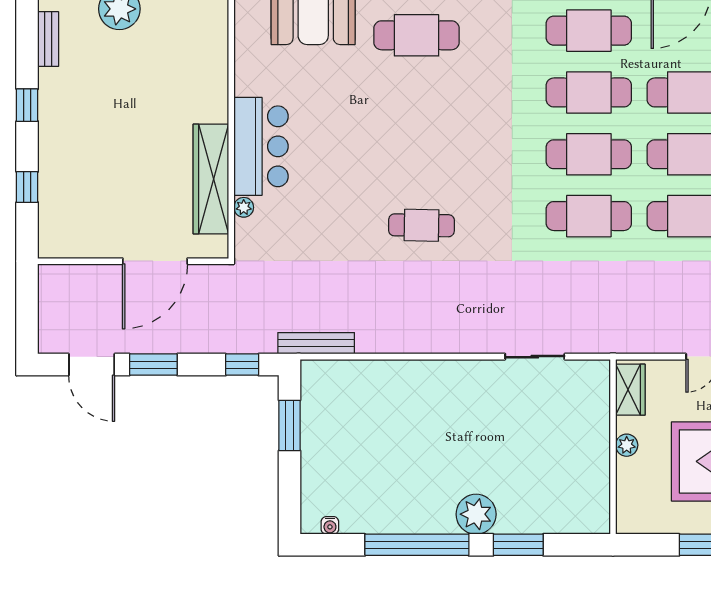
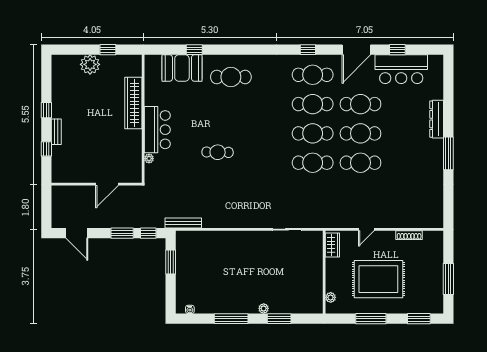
bench: (48, 39) -> (56, 132), moved
wardrobe: (211, 179) -> (133, 103), moved
cafe table: (422, 225) -> (218, 152), moved
door: (155, 261) -> (107, 184), width x0.73
window: (153, 365) -> (122, 233), moved
plant: (627, 445) -> (331, 297), moved
plant: (476, 514) -> (264, 308), width x0.53, depth x0.53
window: (417, 545) -> (231, 319), width x0.68

